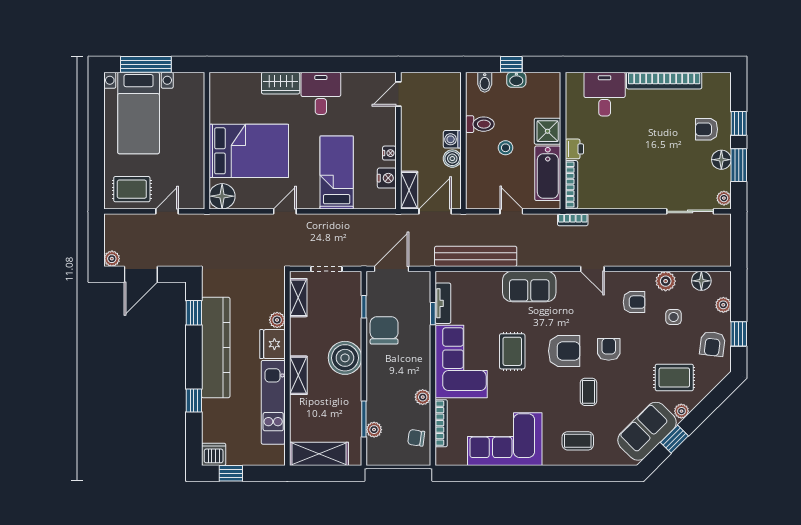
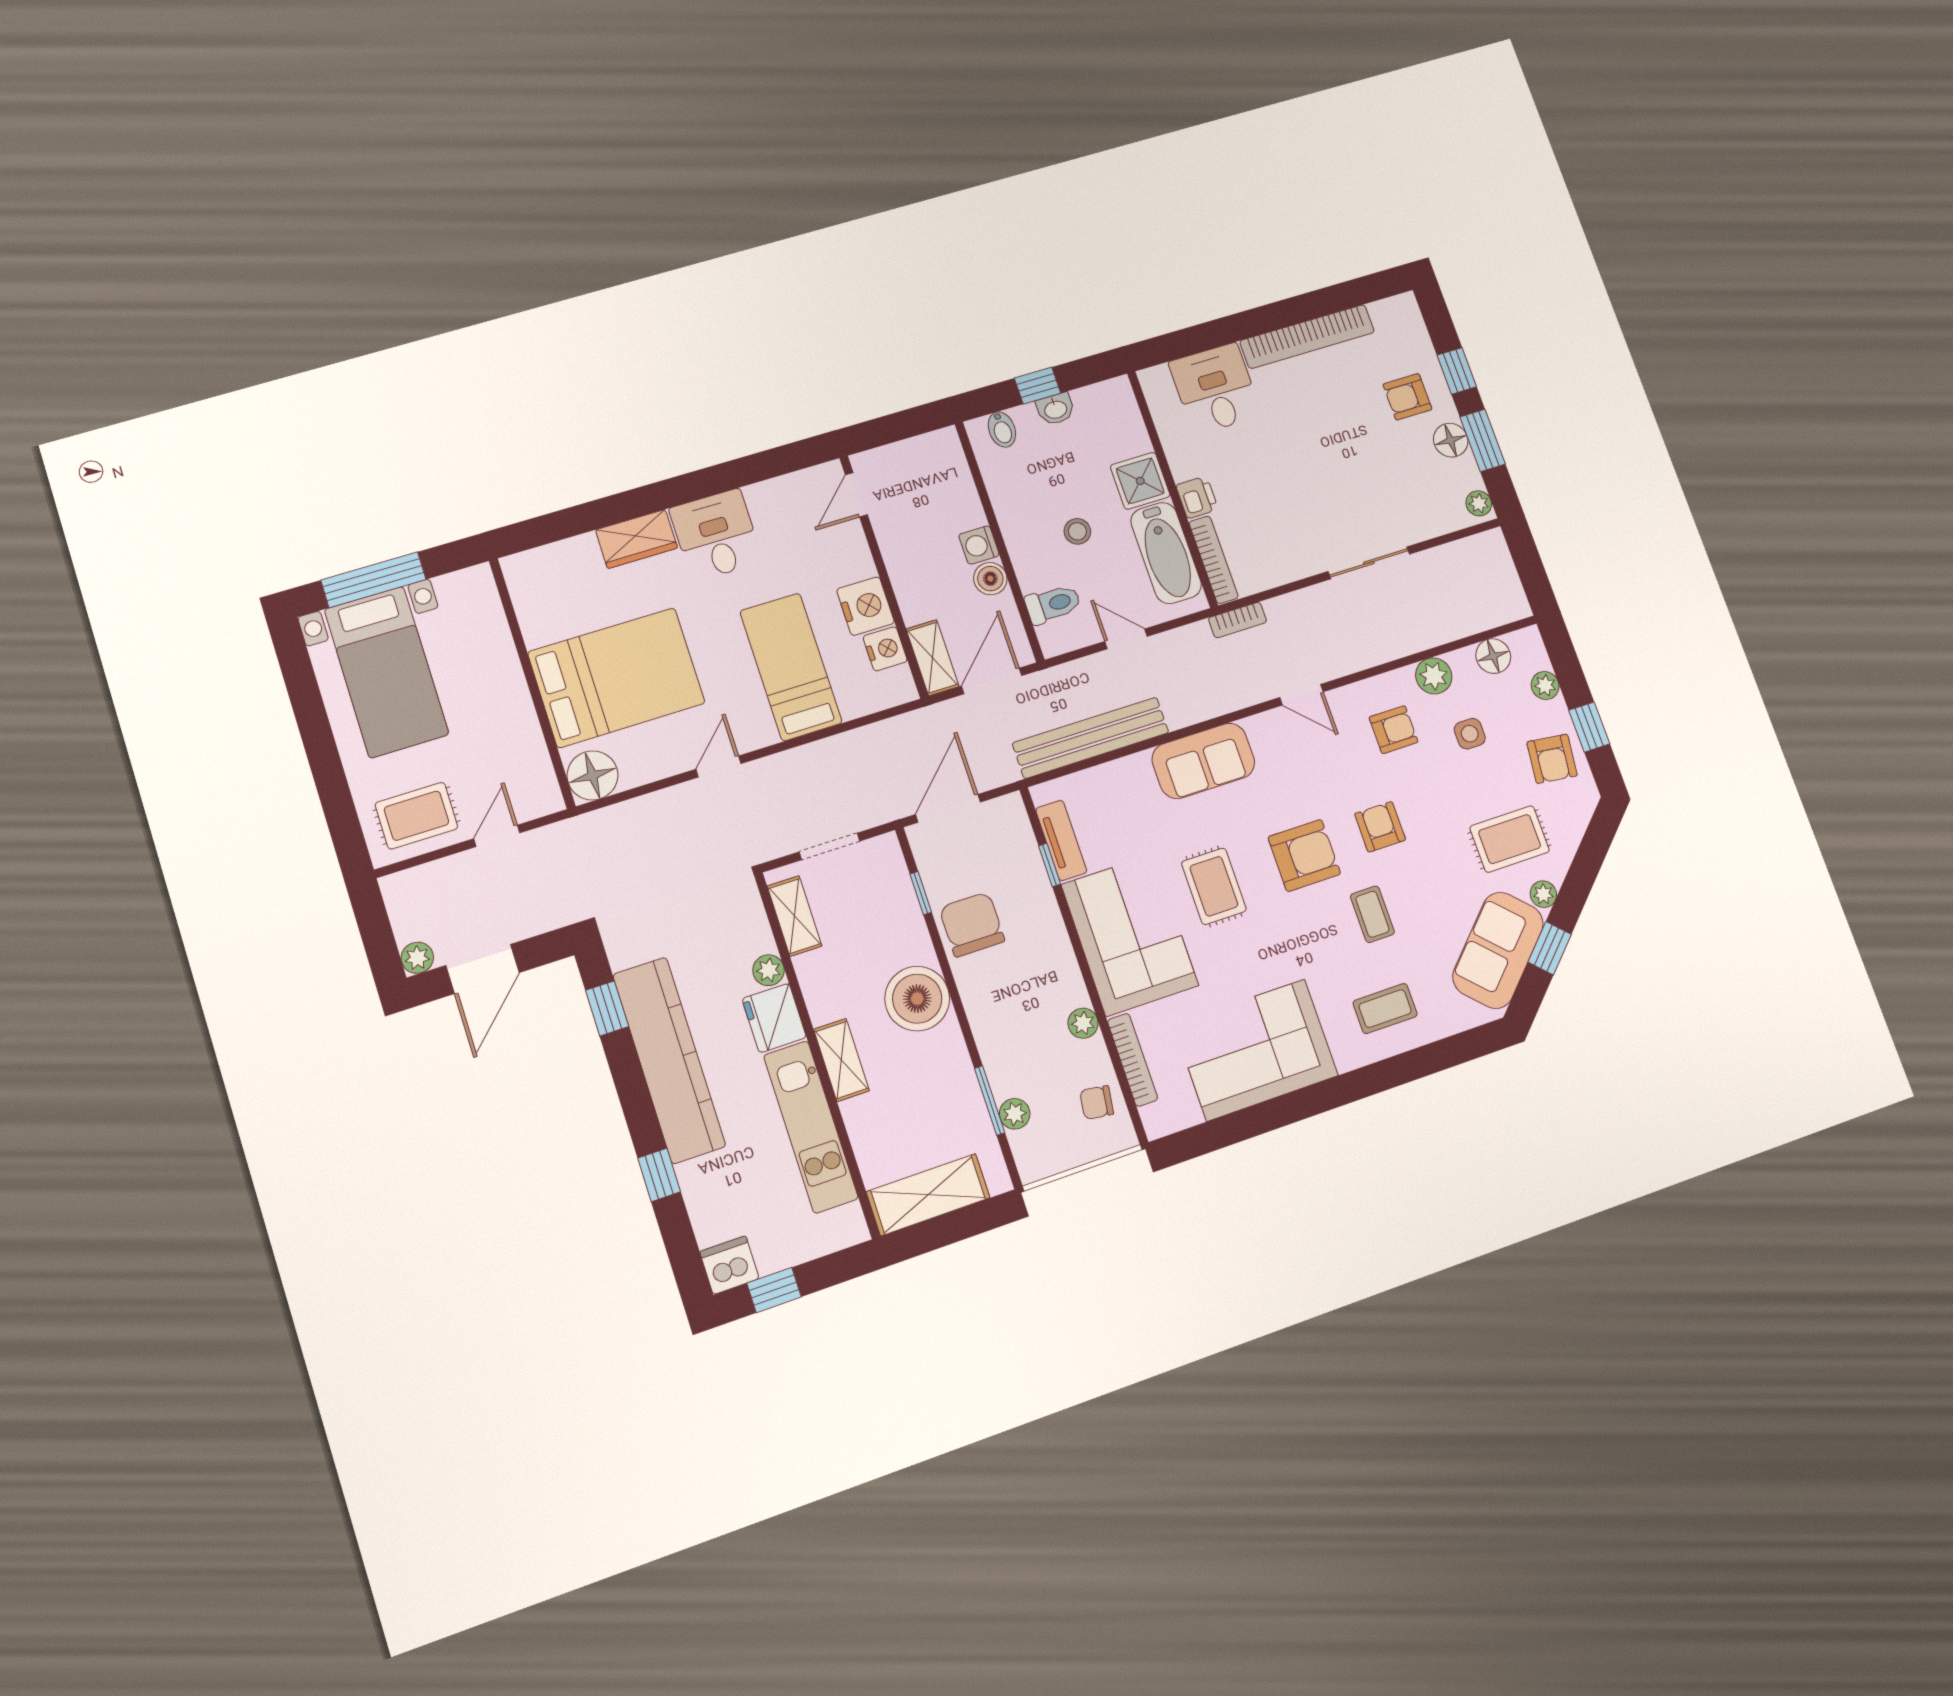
toilet: (480, 124) -> (1053, 604), moved
nightstand: (389, 153) -> (865, 606), width x1.89, depth x1.79
sliding door: (690, 211) -> (1369, 563), moved

